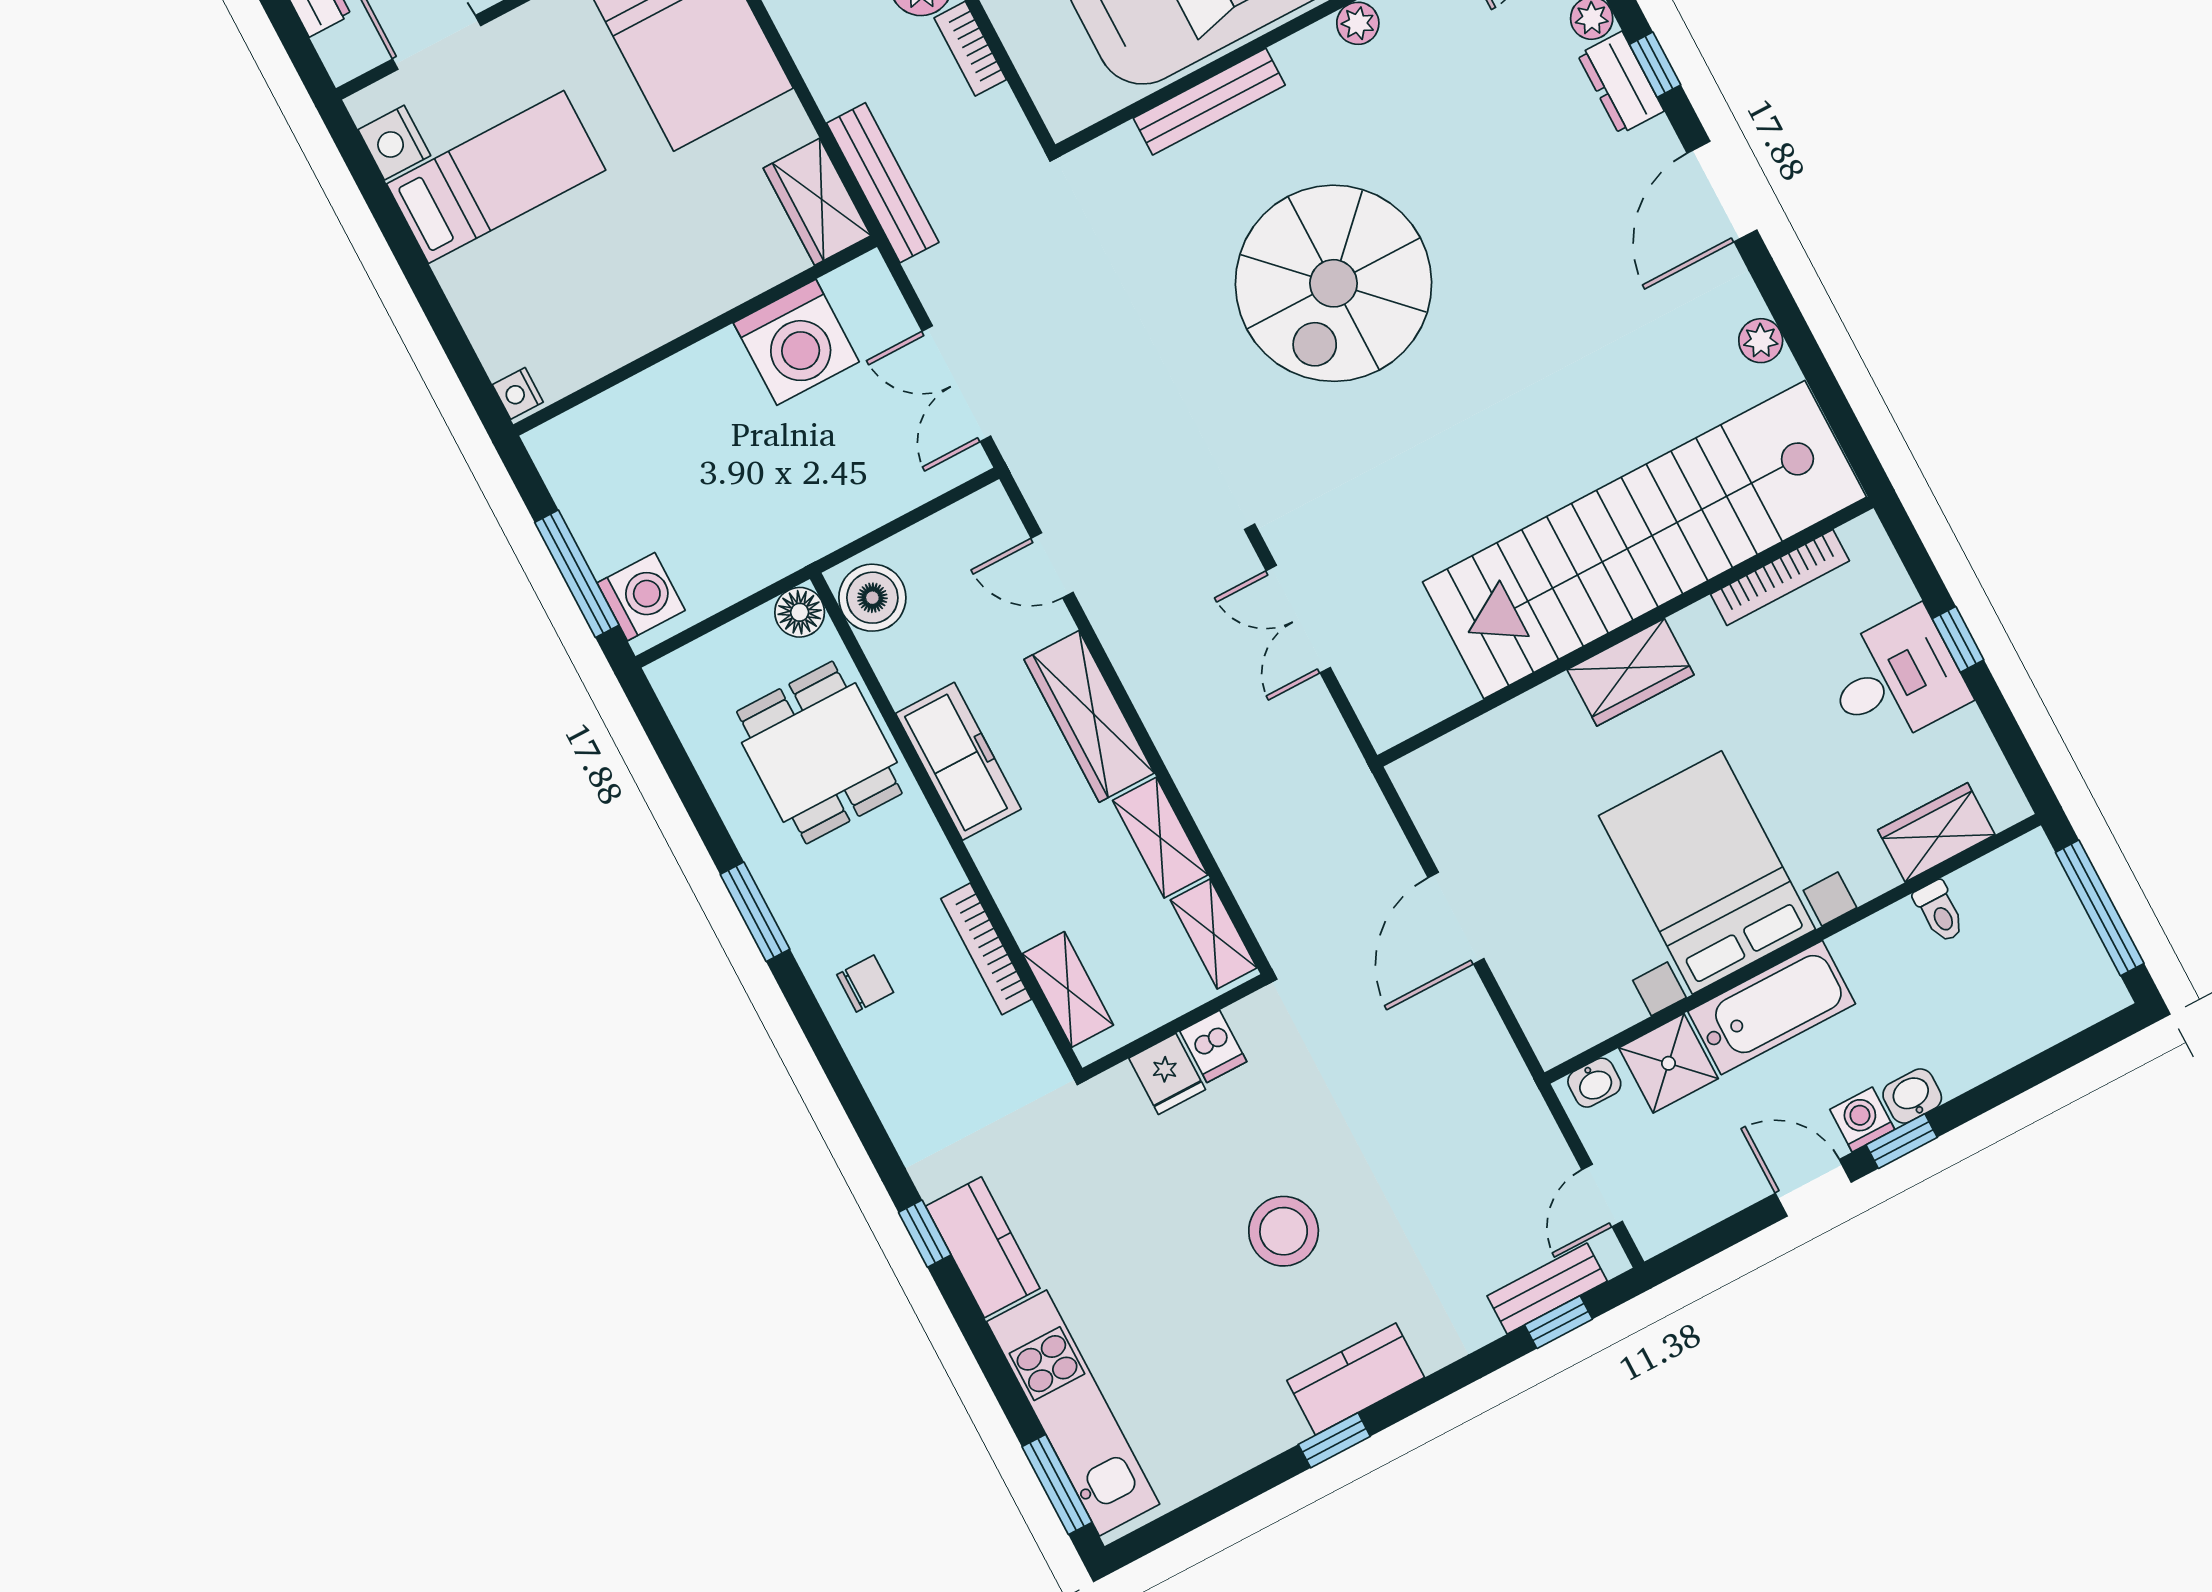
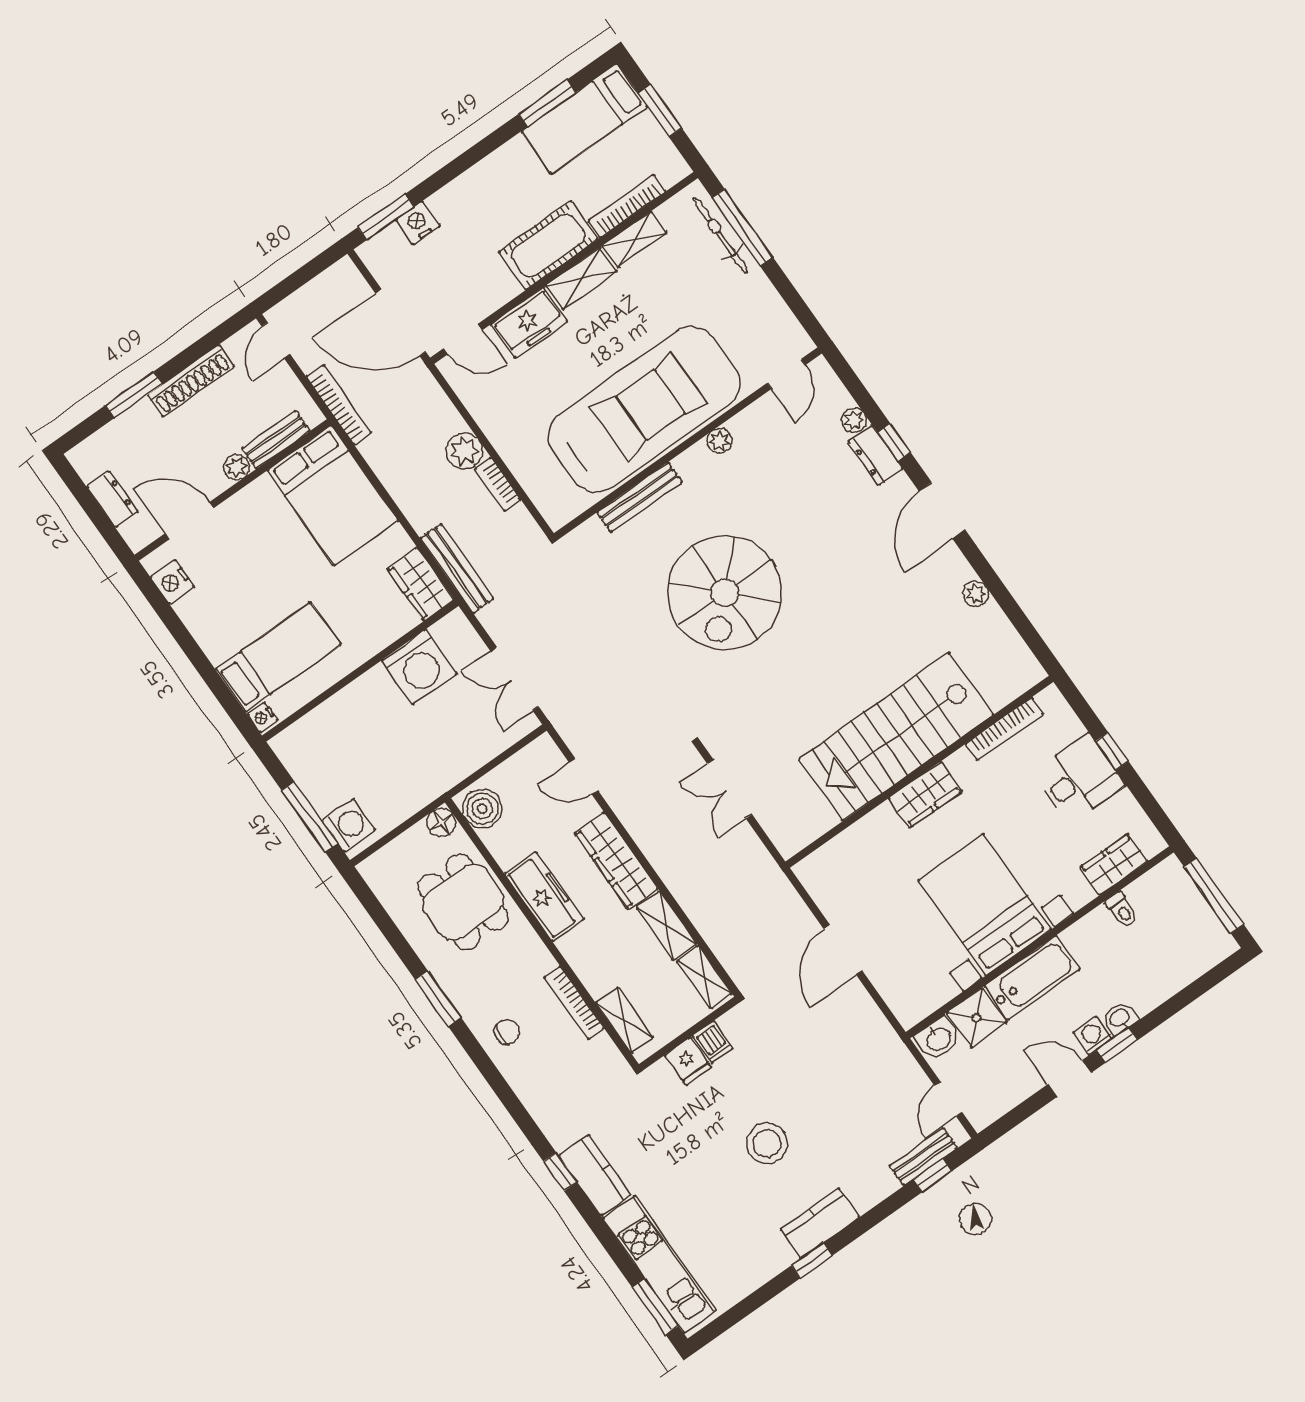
bed: (496, 177) -> (278, 657), moved
stairs: (1644, 540) -> (896, 737), width x0.73
washbasin: (1594, 1083) -> (938, 1039), width x1.38, depth x1.45

